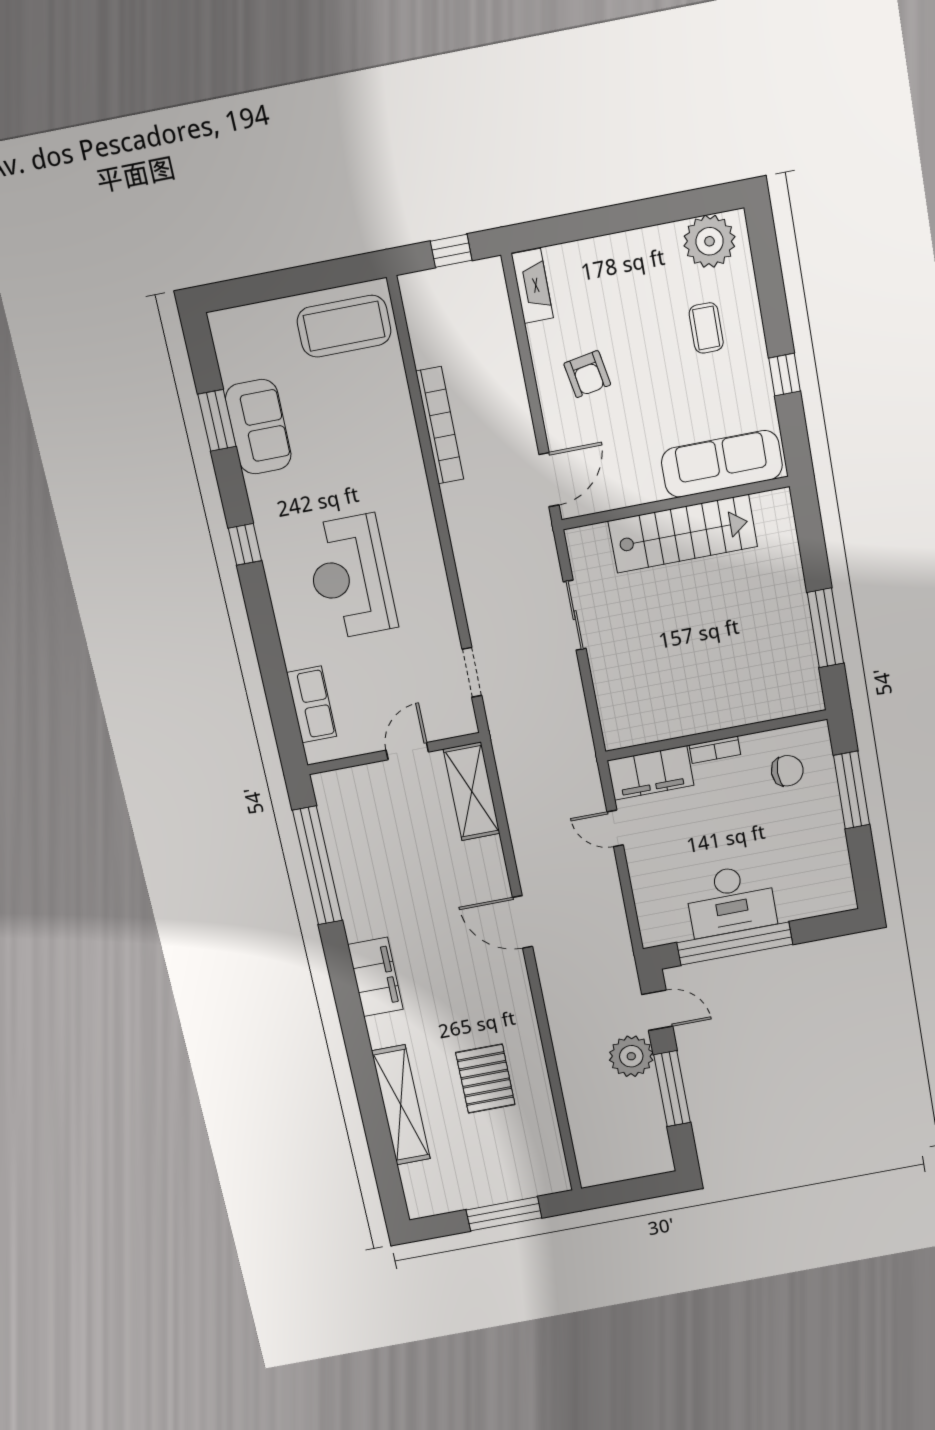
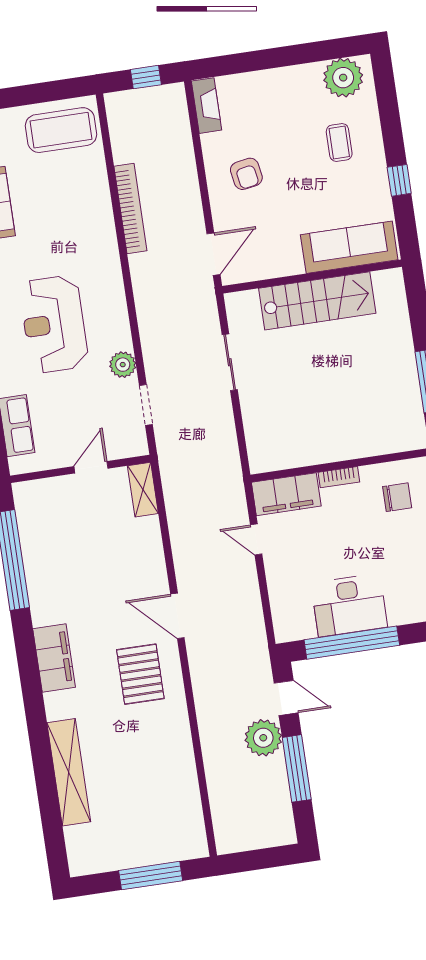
plant: (440, 624) -> (123, 365), added
shelving: (472, 791) -> (143, 490), width x0.67, depth x0.75
pallet: (485, 1079) -> (140, 674), moved

